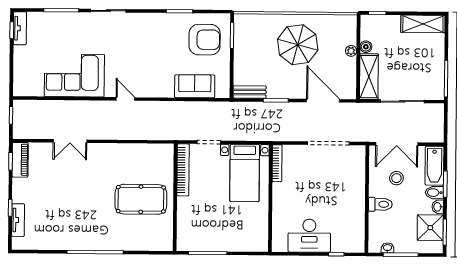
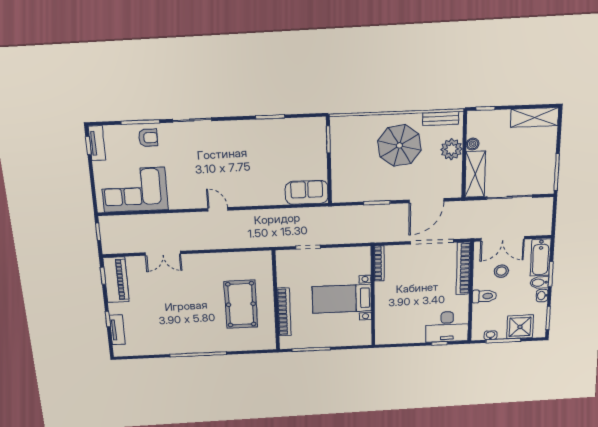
armchair: (205, 40) -> (148, 138), moved, width x0.53, depth x0.53
plant: (351, 51) -> (451, 149), width x1.88, depth x1.88
corner sofa: (74, 76) -> (134, 190), moved
sofa: (195, 86) -> (307, 192), moved
bench: (250, 92) -> (441, 119), moved
door: (323, 101) -> (427, 201), swing flipped
piano: (20, 160) -> (116, 280), width x1.37, depth x1.33
bookcase: (183, 170) -> (284, 312), moved
bed with nightstands: (245, 173) -> (342, 299), moved, turned 90
bookcase: (359, 173) -> (463, 268), added
pool table: (141, 199) -> (241, 304), turned 90
shower: (430, 228) -> (520, 327), moved
desk: (309, 236) -> (447, 327), moved

